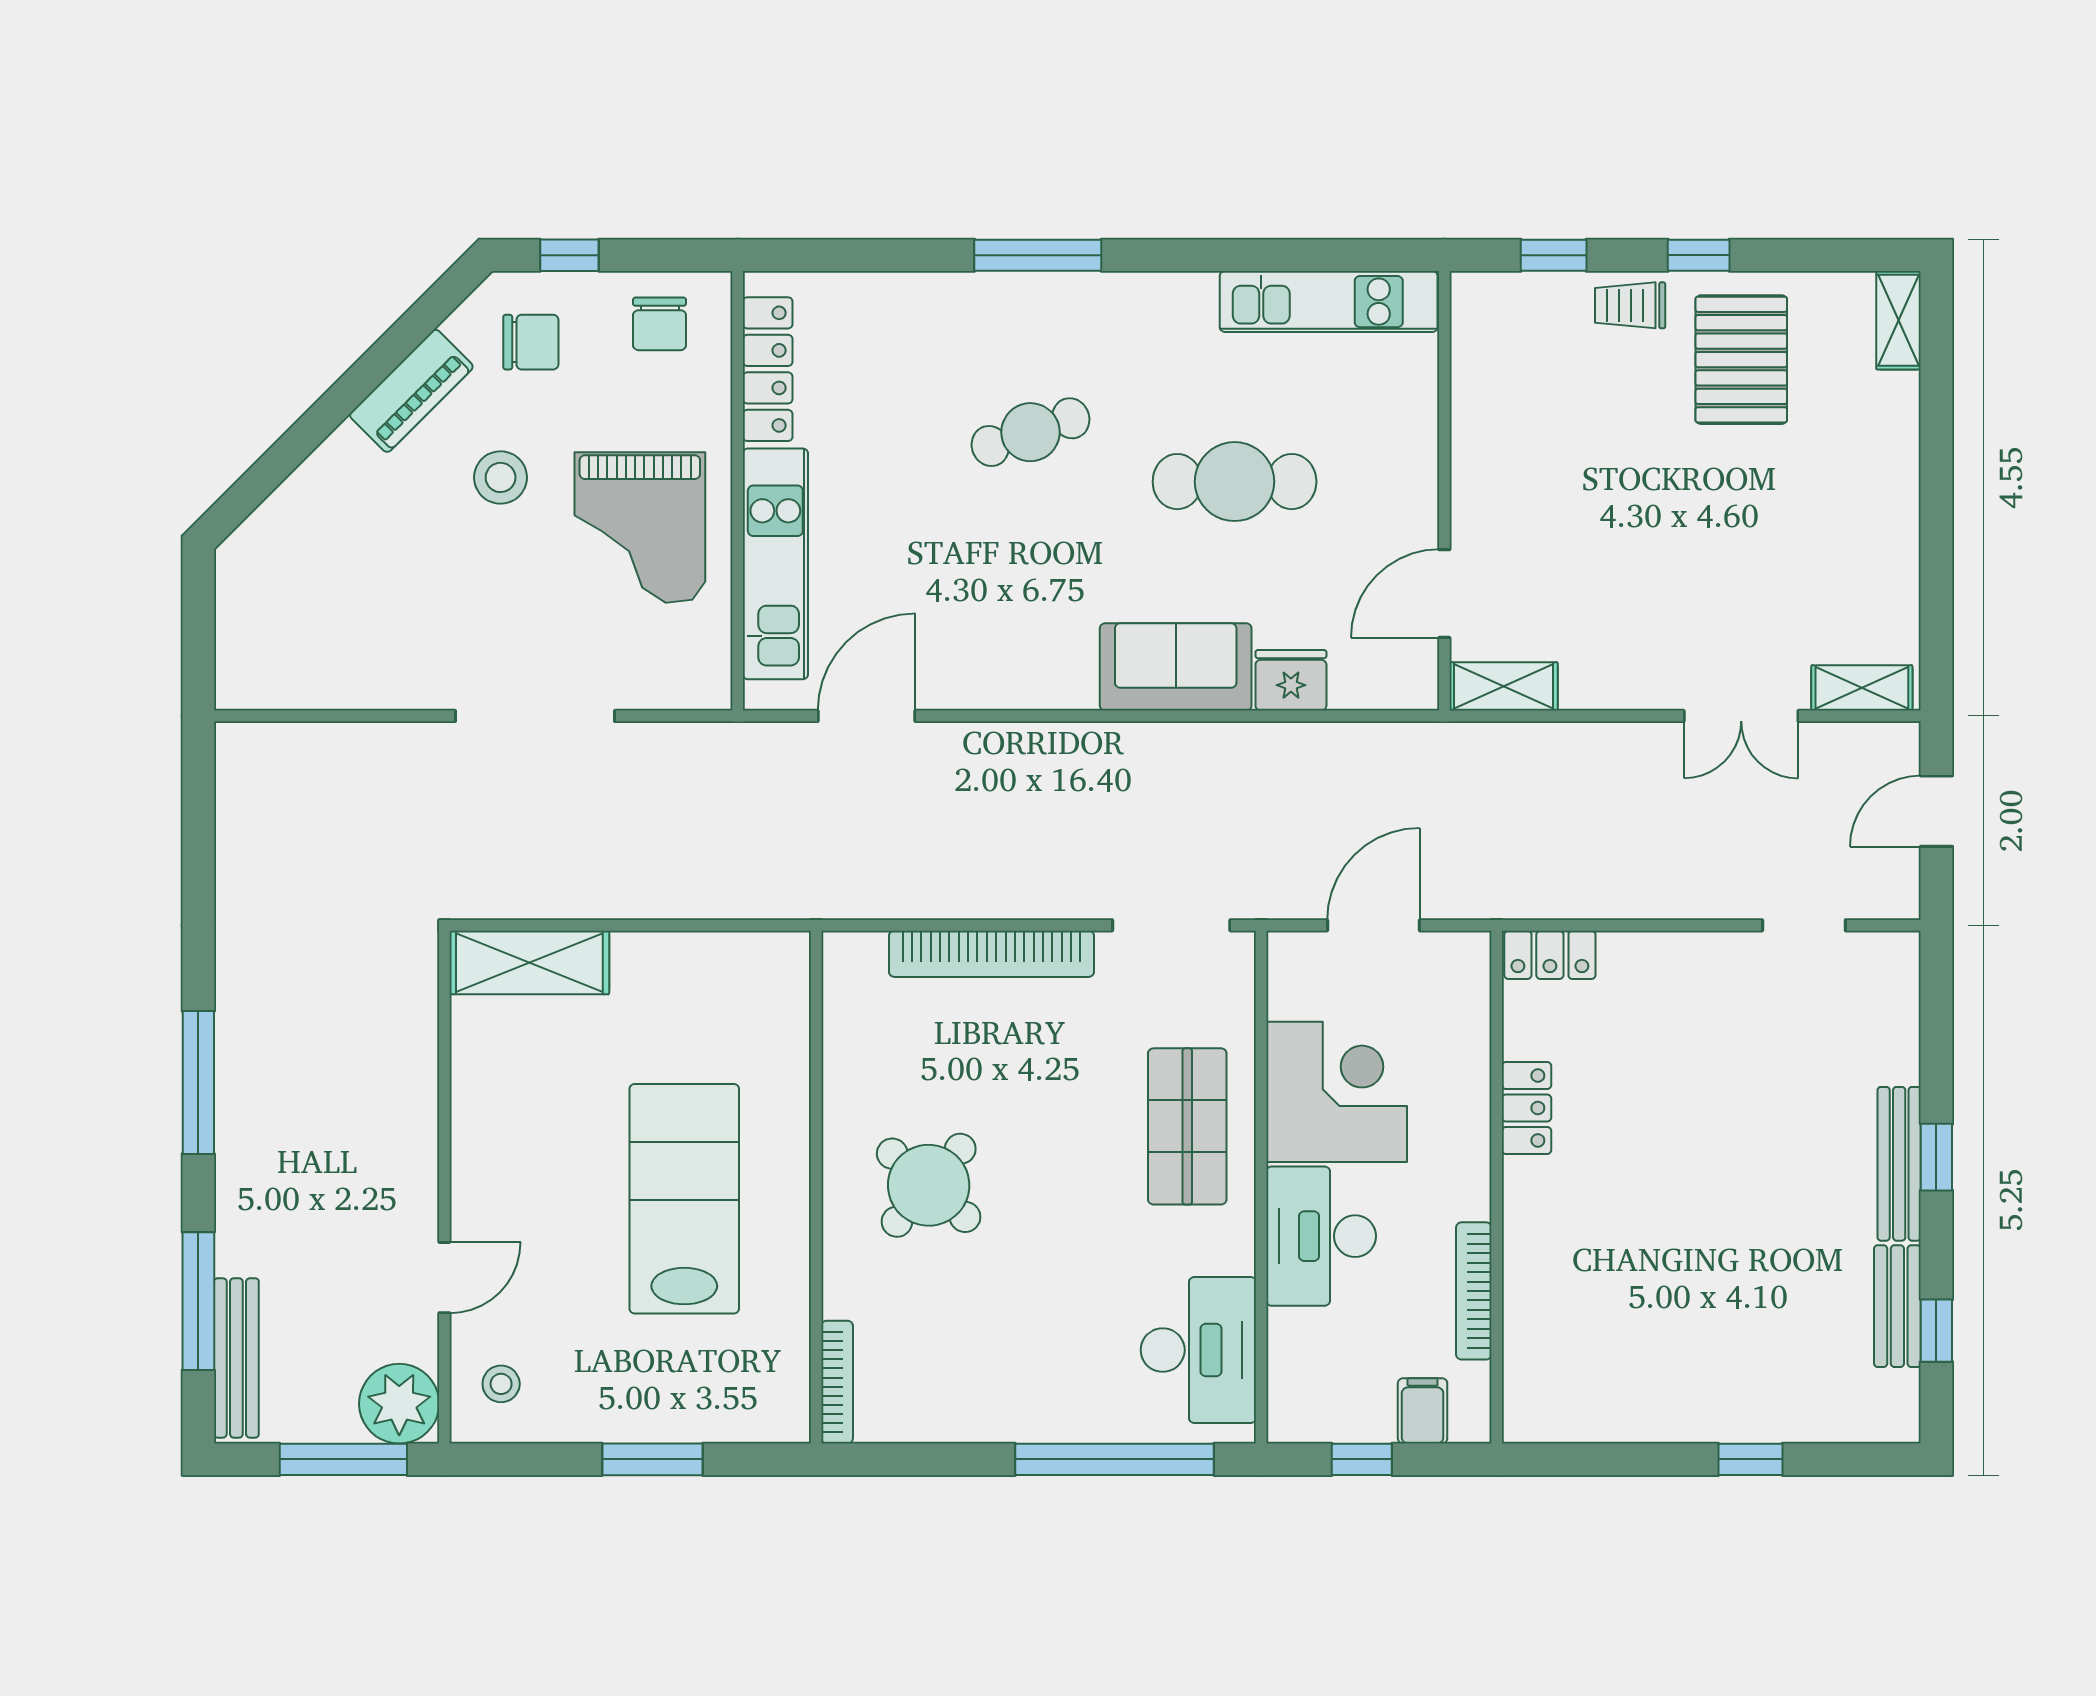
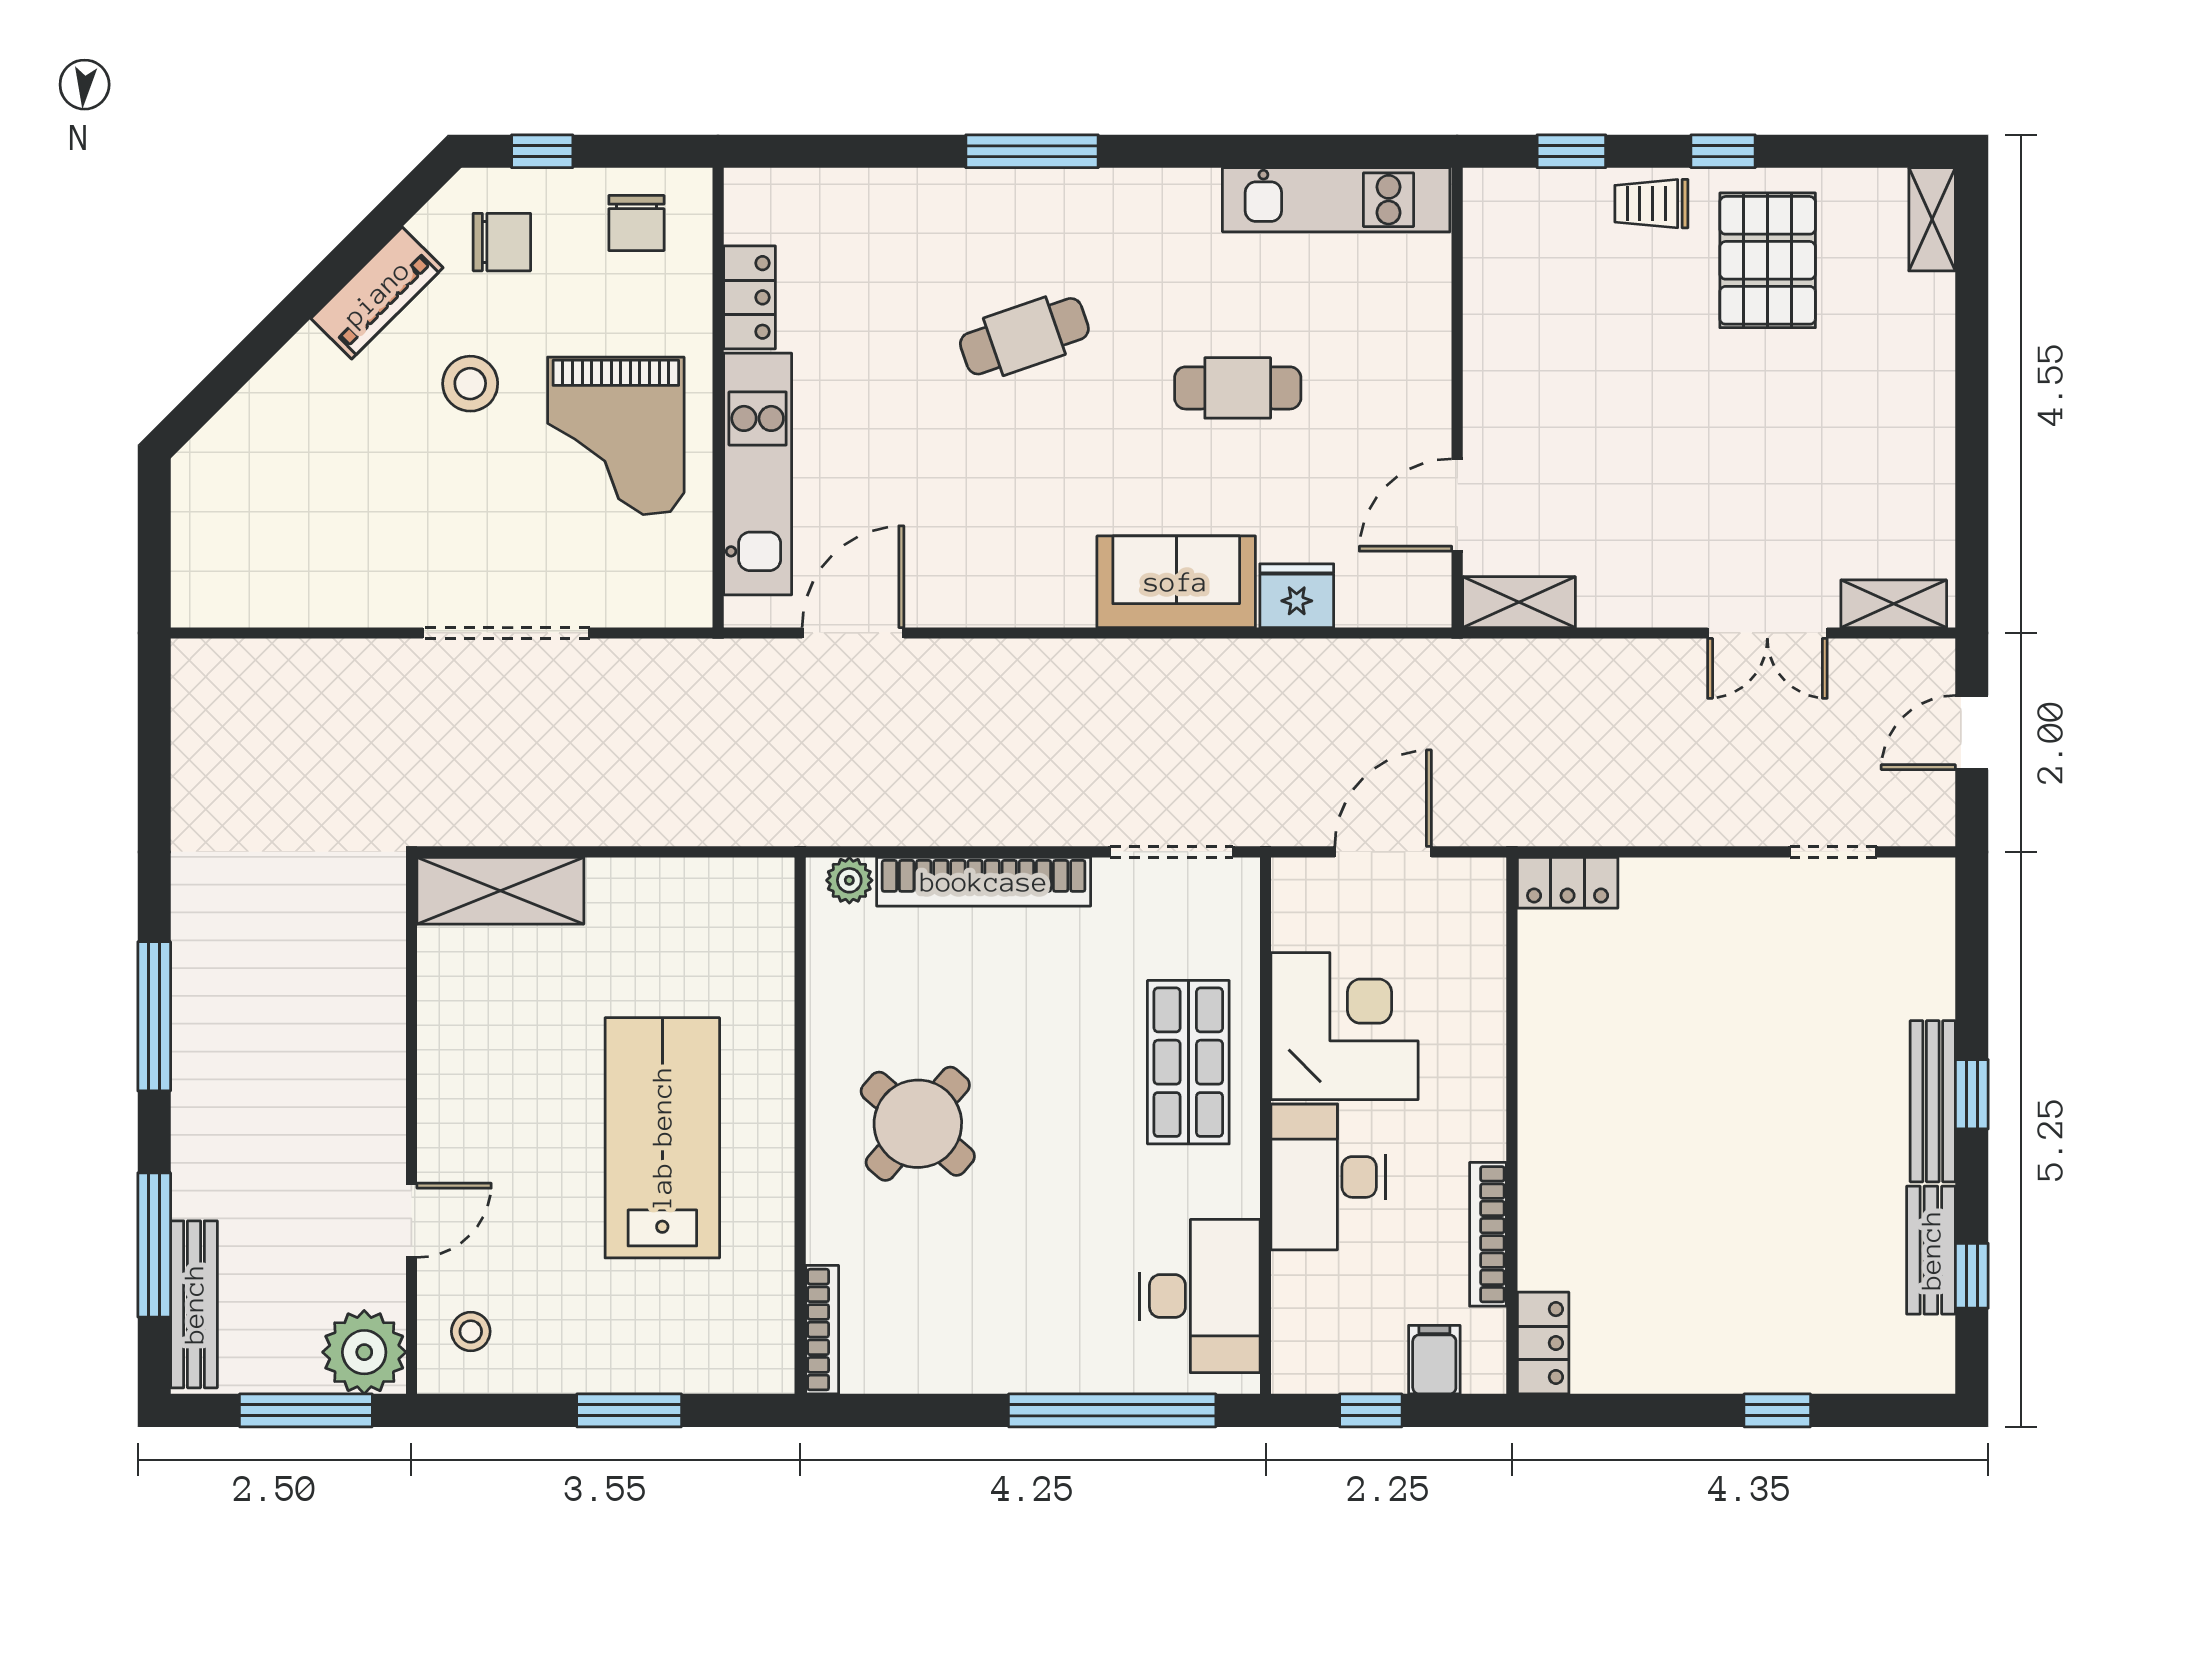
locker: (768, 369) -> (750, 297), width x0.66
cafe table: (1235, 482) -> (1238, 388), width x0.73, depth x0.74
plant: (863, 952) -> (849, 880), added
locker: (1527, 1108) -> (1543, 1343), moved

